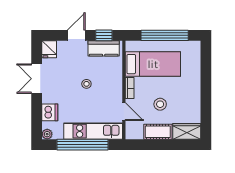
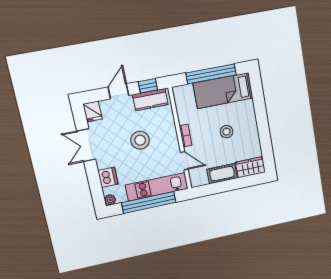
bed: (153, 64) -> (223, 91), moved, turned 180
stool: (86, 84) -> (140, 140), width x1.89, depth x1.89
stool: (160, 104) -> (226, 132), moved

